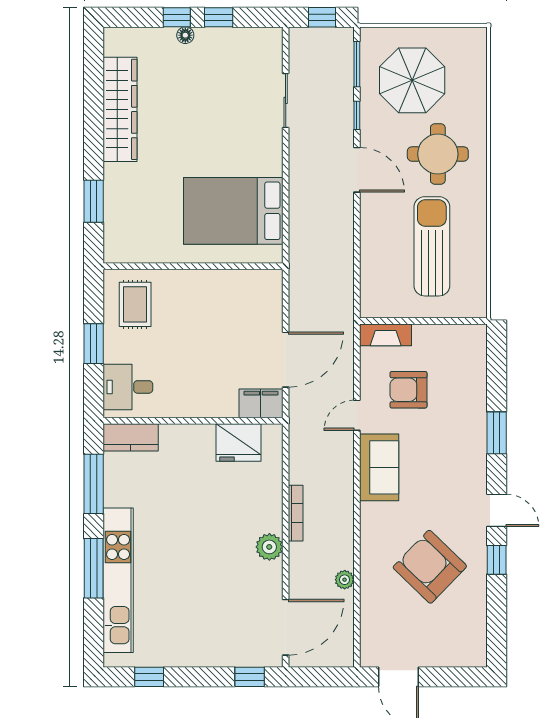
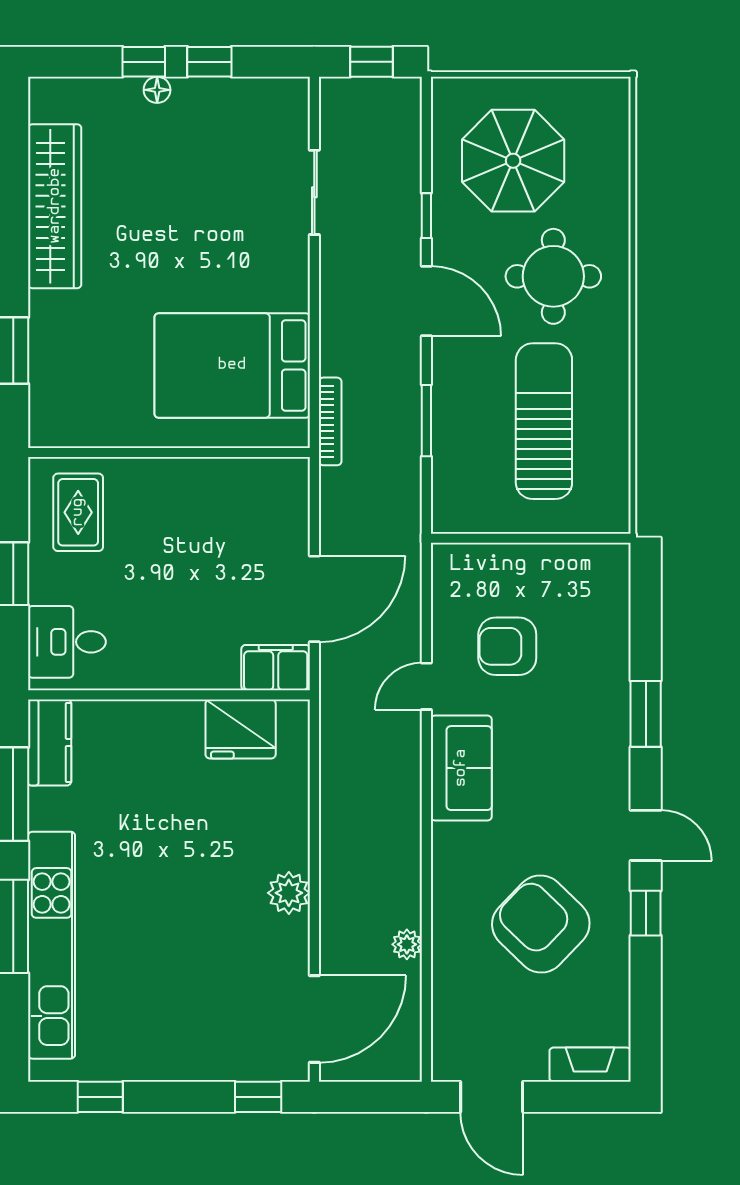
window: (357, 64) -> (426, 421), moved
fireplace: (386, 335) -> (590, 1065), moved, turned 180
kitchen counter: (131, 437) -> (50, 742), moved, turned -90
bookcase: (296, 513) -> (330, 421), moved

